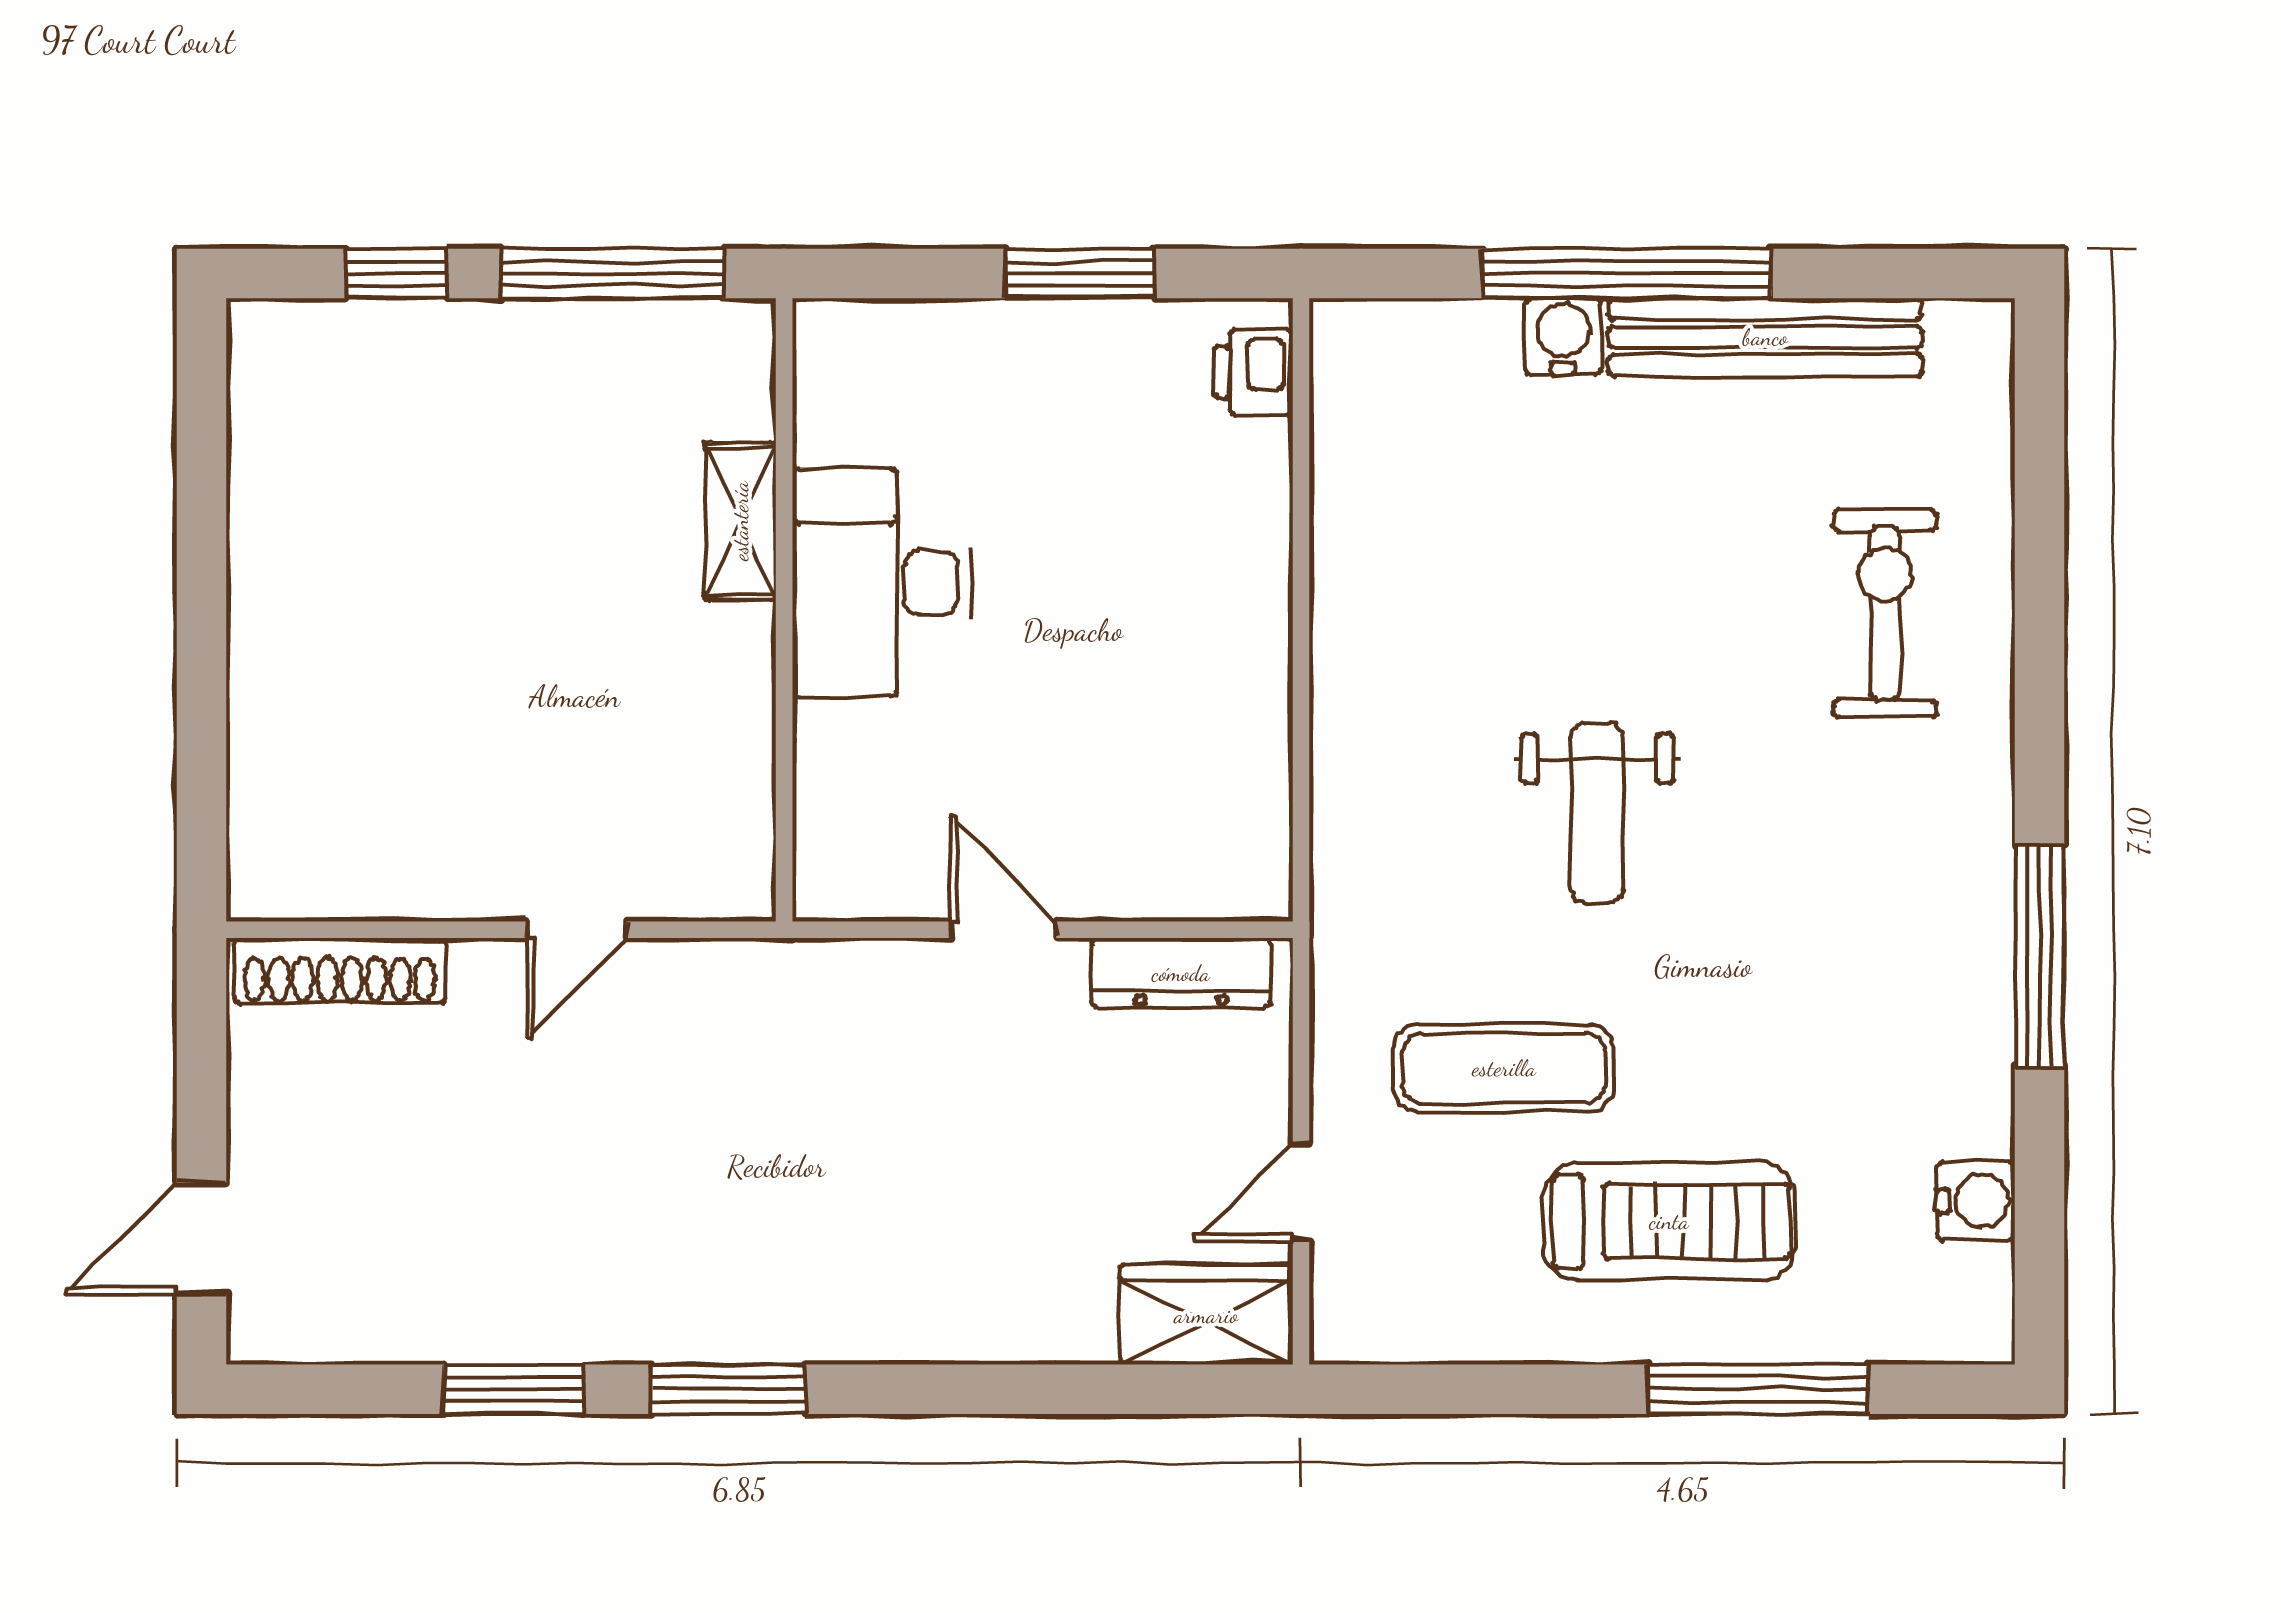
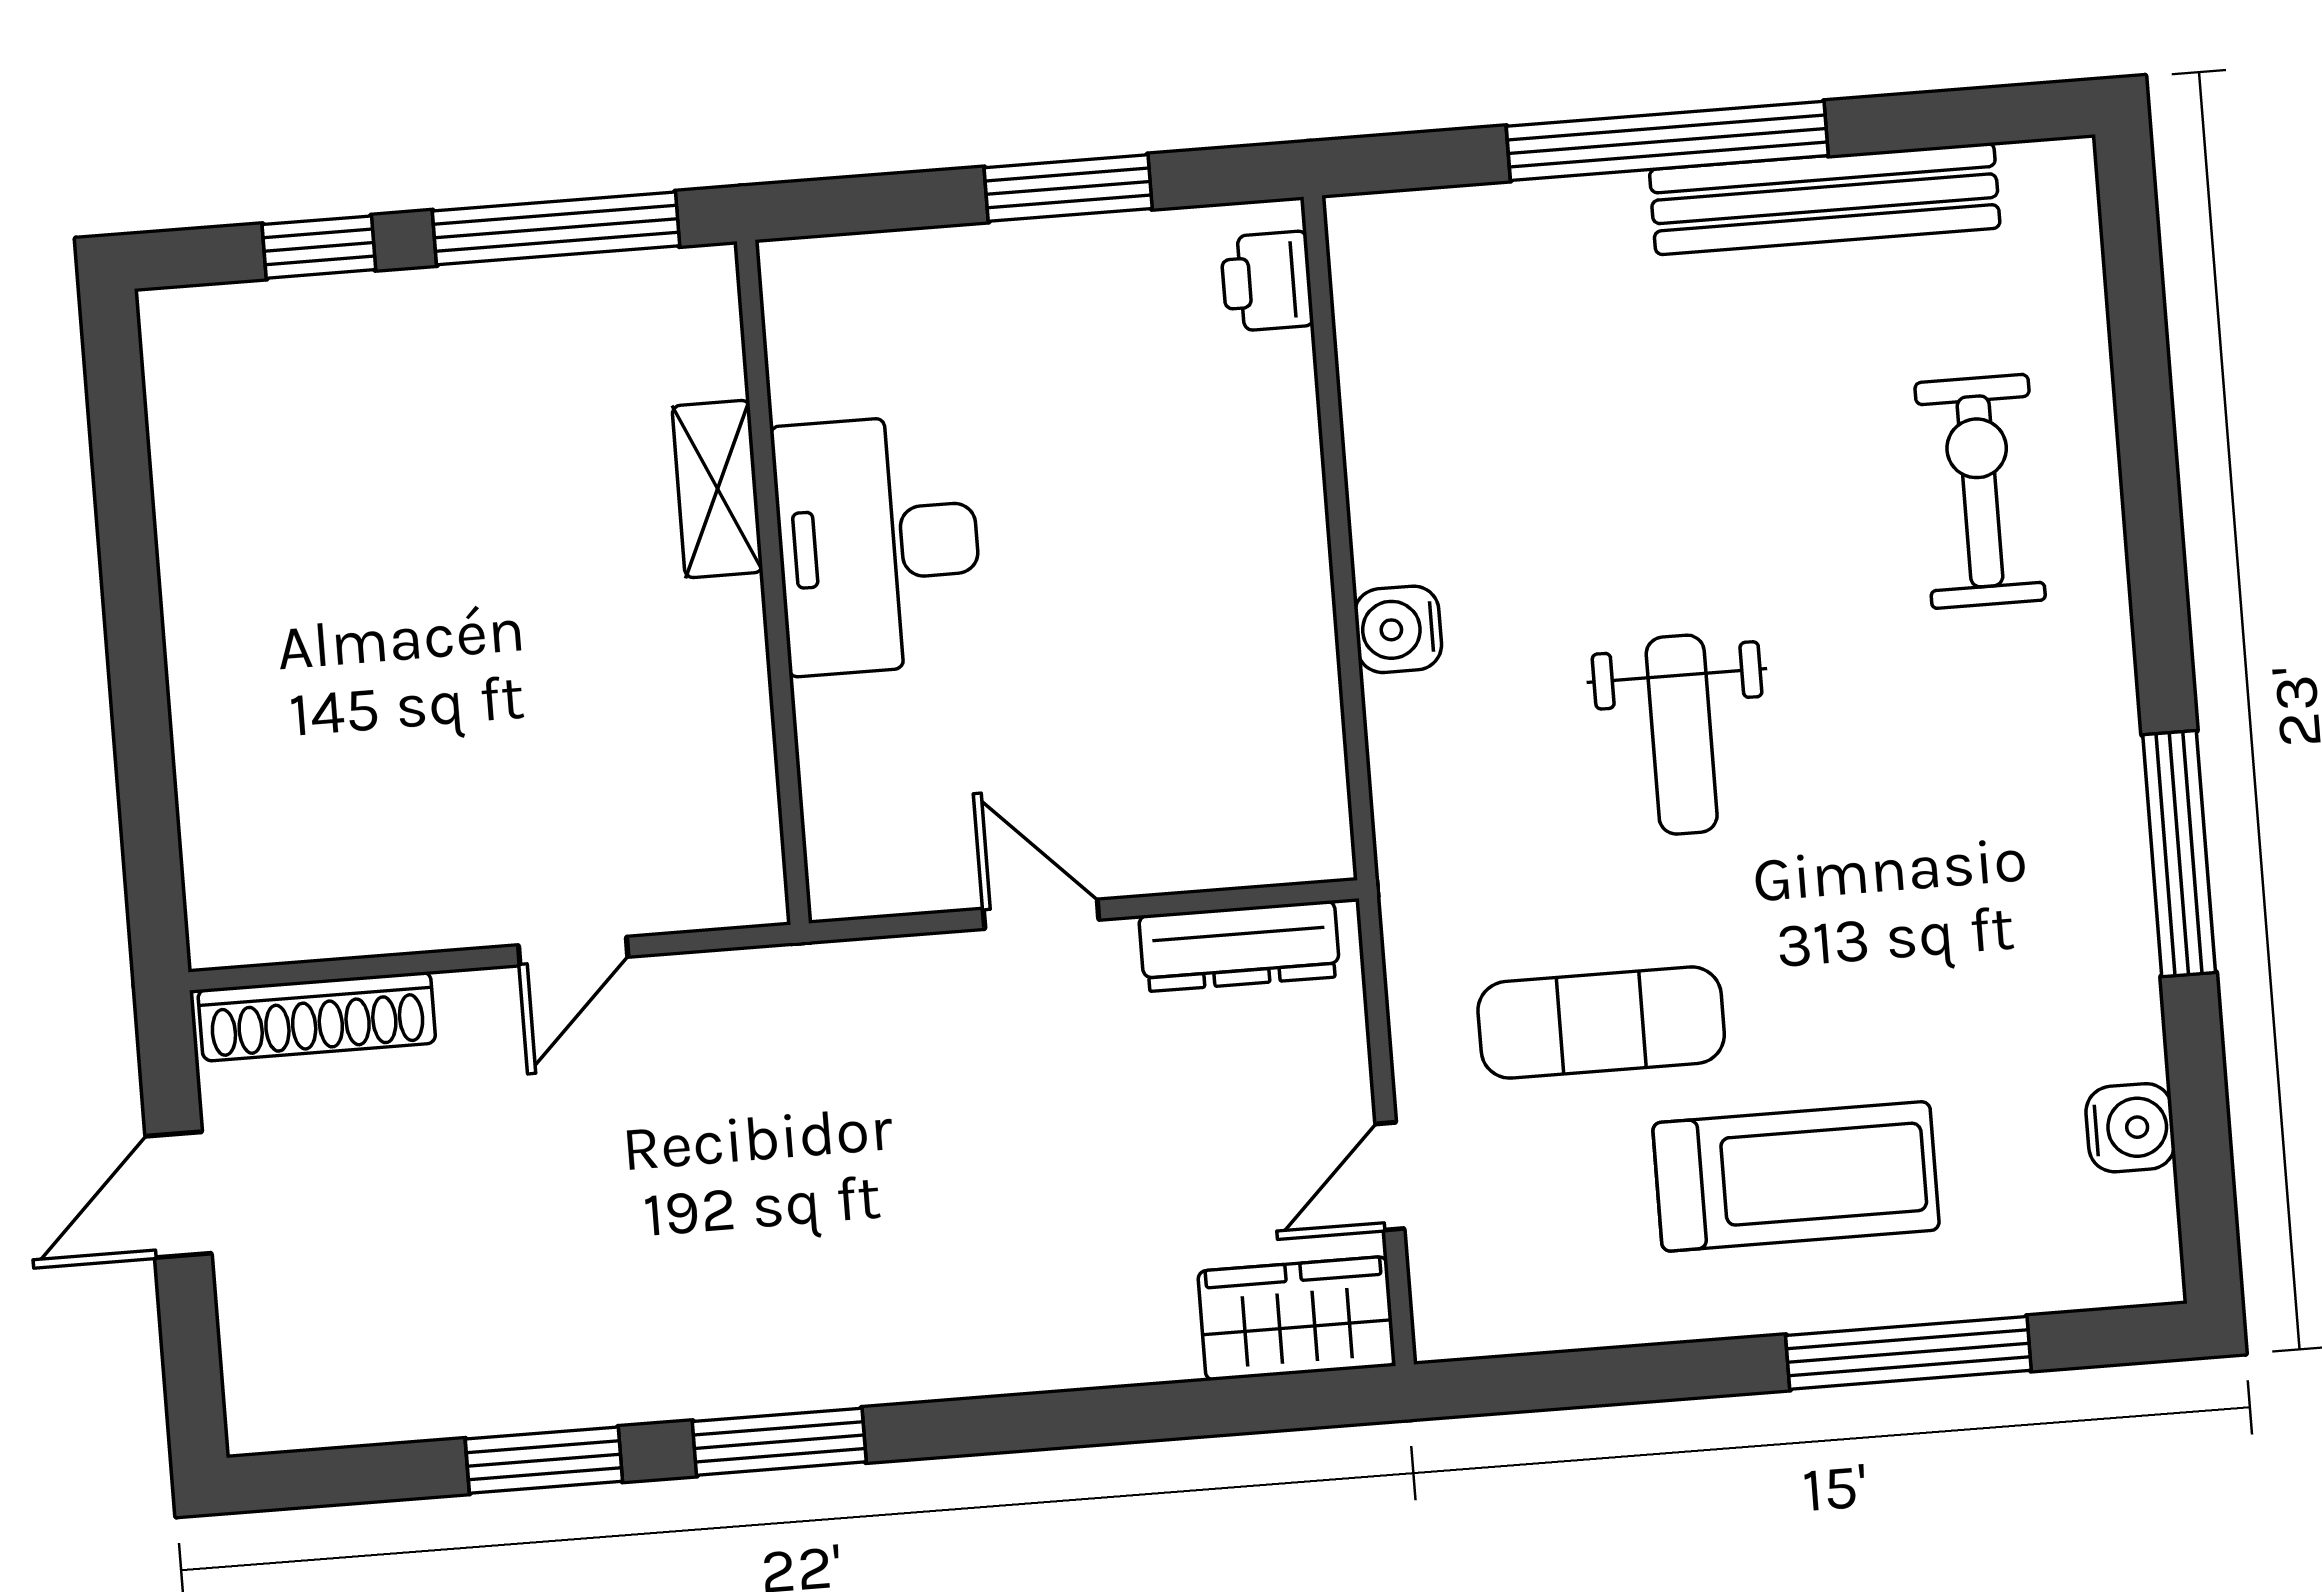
water cooler: (1563, 336) -> (1398, 629), moved, turned -90
door: (202, 1238) -> (179, 1195), moved

